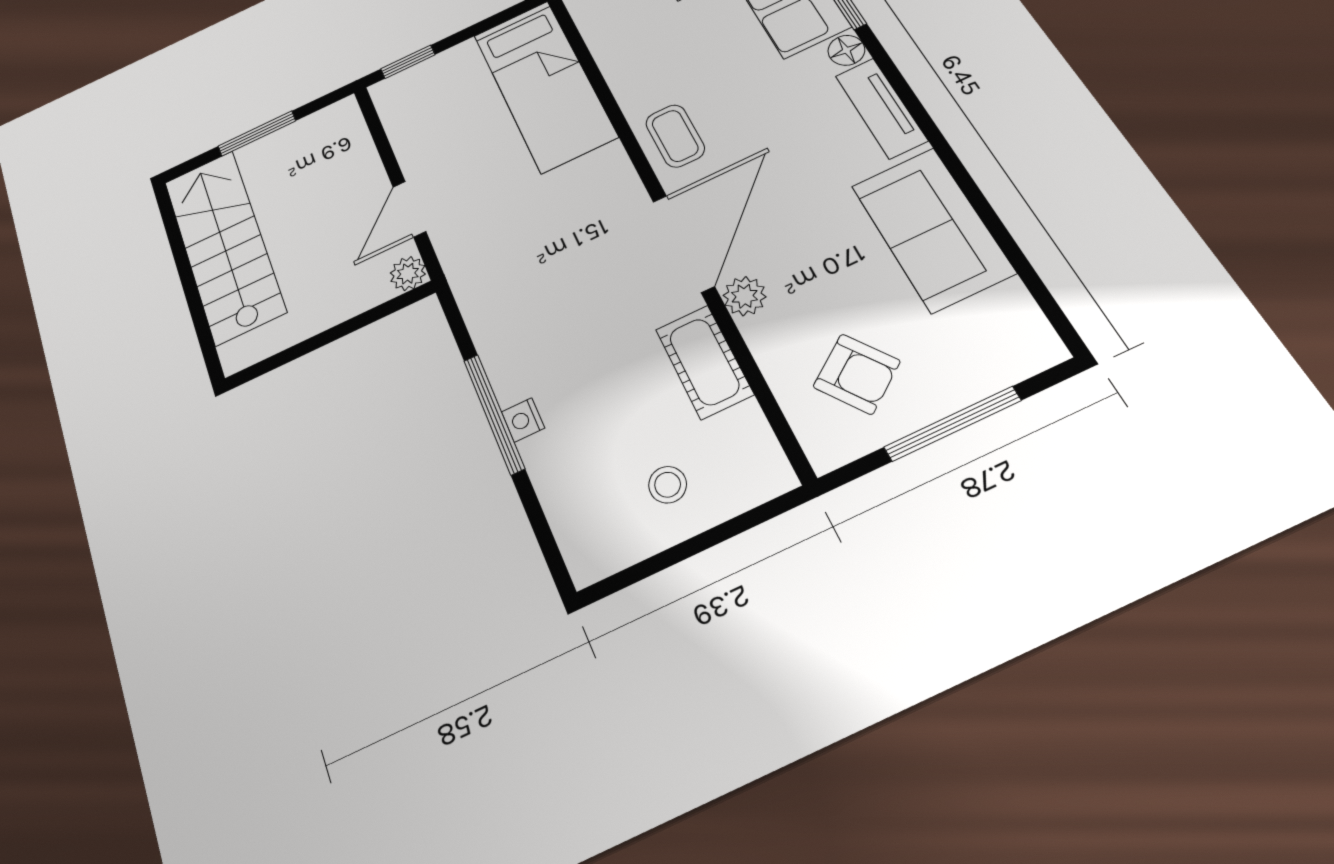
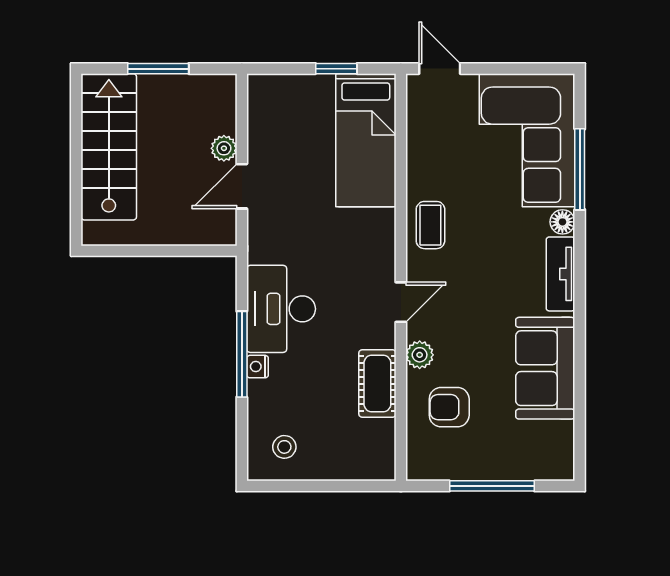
window: (408, 62) -> (336, 69), moved
door: (683, 243) -> (401, 302), width x0.53
plant: (408, 274) -> (224, 148), moved
desk: (523, 329) -> (281, 309), added
armchair: (857, 374) -> (449, 407), moved, turned 126
stool: (668, 485) -> (284, 447), moved

